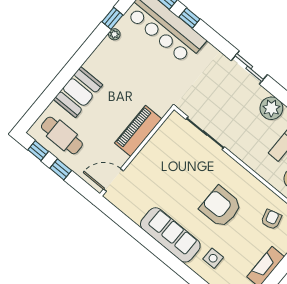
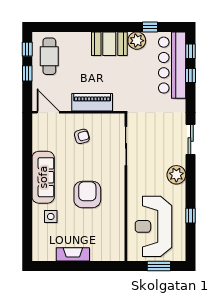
plant: (114, 34) -> (137, 41), width x1.88, depth x1.88
booth: (78, 92) -> (109, 44), moved
armchair: (271, 219) -> (82, 136), moved

